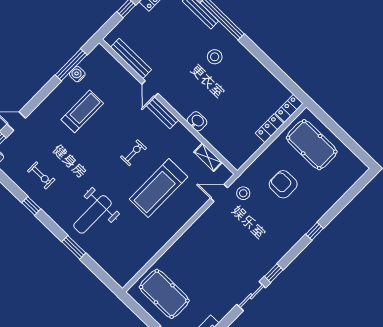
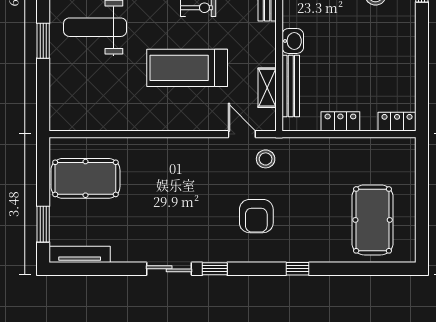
locker: (270, 128) -> (340, 121), moved
bench: (219, 144) -> (291, 86), added
pool table: (312, 145) -> (373, 220), moved
armchair: (283, 184) -> (256, 216), moved, turned 180
pool table: (164, 294) -> (85, 178), turned 90

